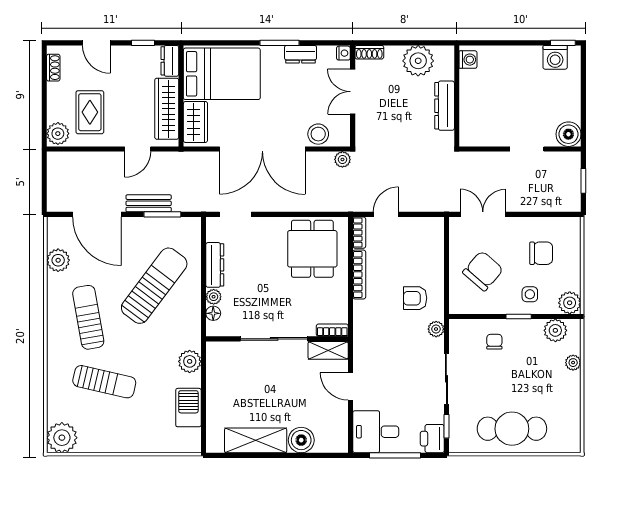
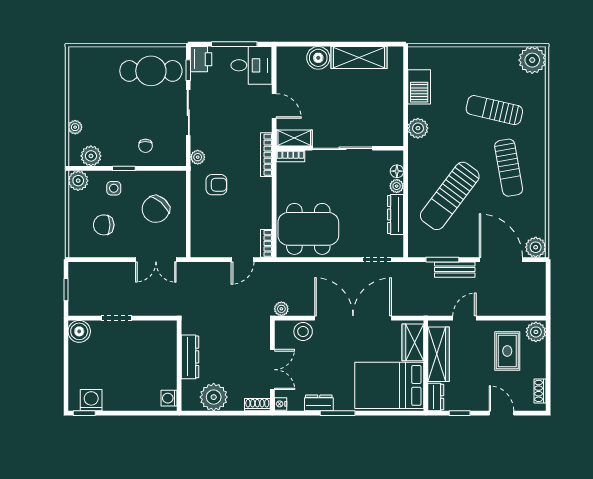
dining table: (312, 249) -> (308, 229), width x1.38
plant: (58, 260) -> (536, 247), moved
bookcase: (359, 274) -> (266, 155), moved
cafe table: (512, 429) -> (151, 71), moved

